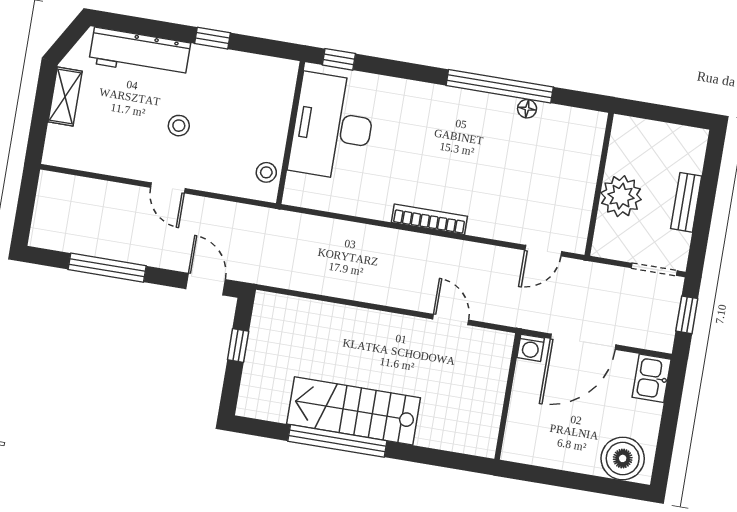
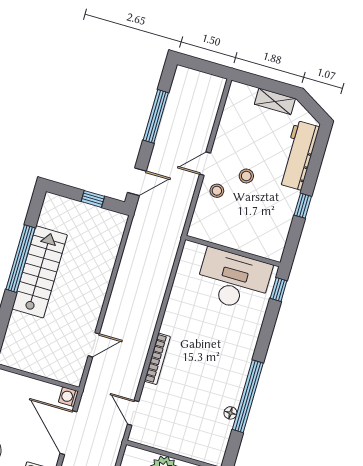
stool: (266, 172) -> (217, 191), moved
bookcase: (429, 219) -> (157, 359), moved

